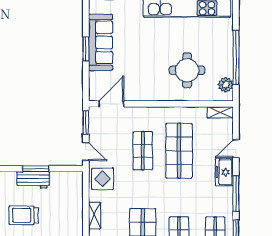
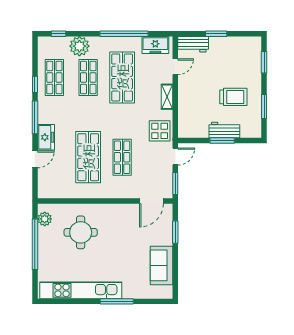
sofa: (101, 42) -> (161, 265), width x0.73
window: (86, 49) -> (175, 232), moved
shelving: (220, 112) -> (50, 193), removed
door: (86, 152) -> (175, 157), swing flipped

